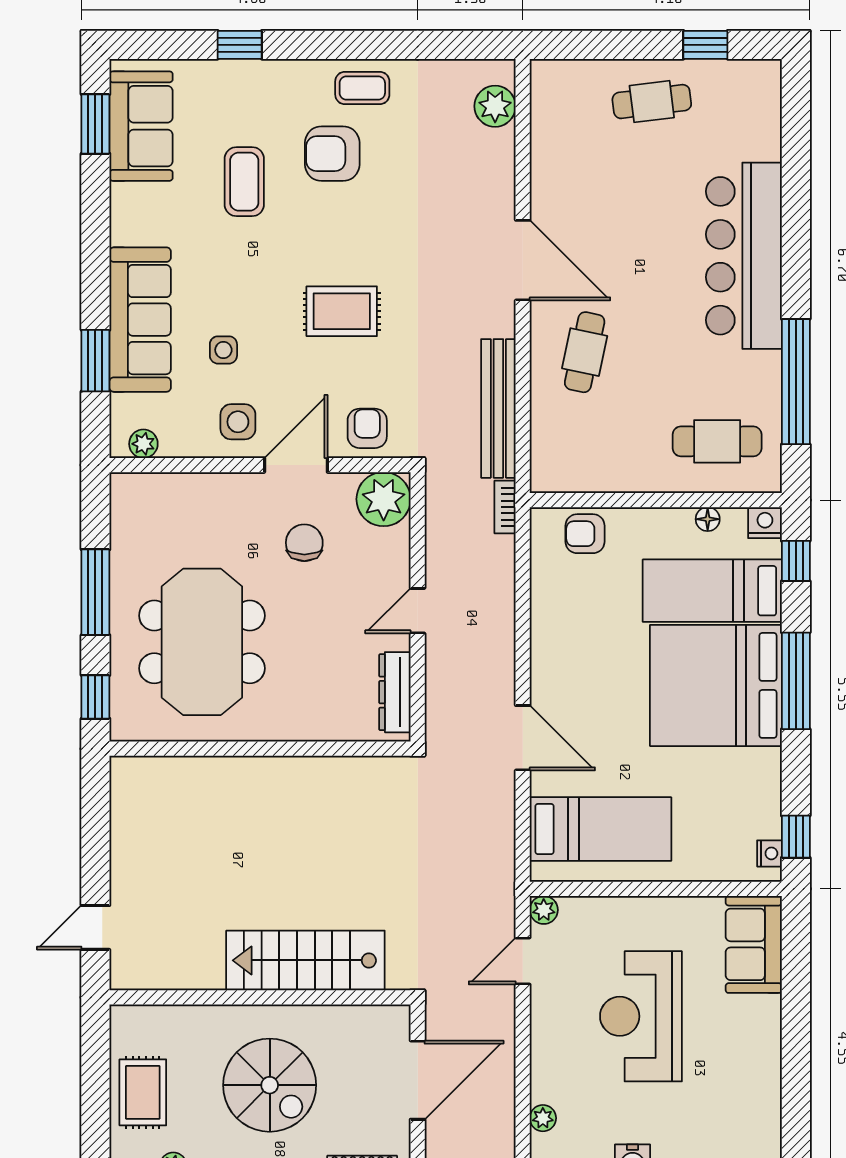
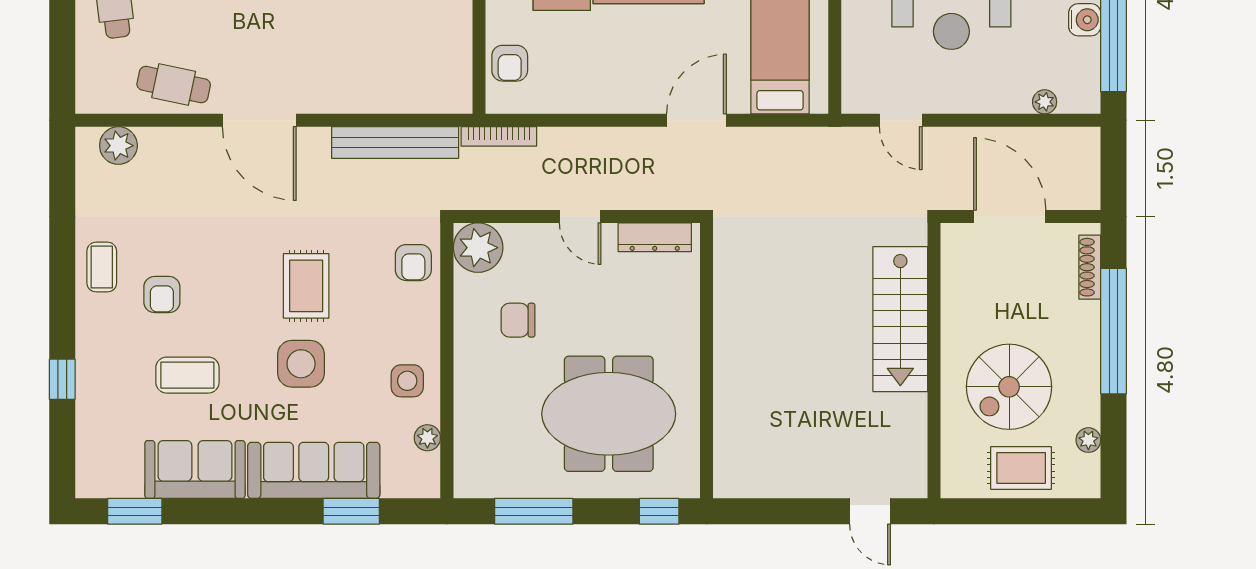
sofa: (141, 126) -> (195, 469), moved
armchair: (332, 154) -> (162, 295), width x0.72, depth x0.72
door: (523, 260) -> (259, 120), swing flipped
side table: (223, 350) -> (301, 364), moved, width x1.87, depth x1.87
cafe table: (585, 352) -> (174, 85), moved
armchair: (367, 428) -> (413, 263), turned -90
plant: (143, 444) -> (427, 438), moved
door: (296, 465) -> (447, 328), removed
bookcase: (505, 507) -> (499, 136), width x1.56
window: (95, 592) -> (534, 511), moved
plant: (544, 910) -> (854, 101), removed
spiral stairs: (270, 1085) -> (1009, 387), moved, turned 180

